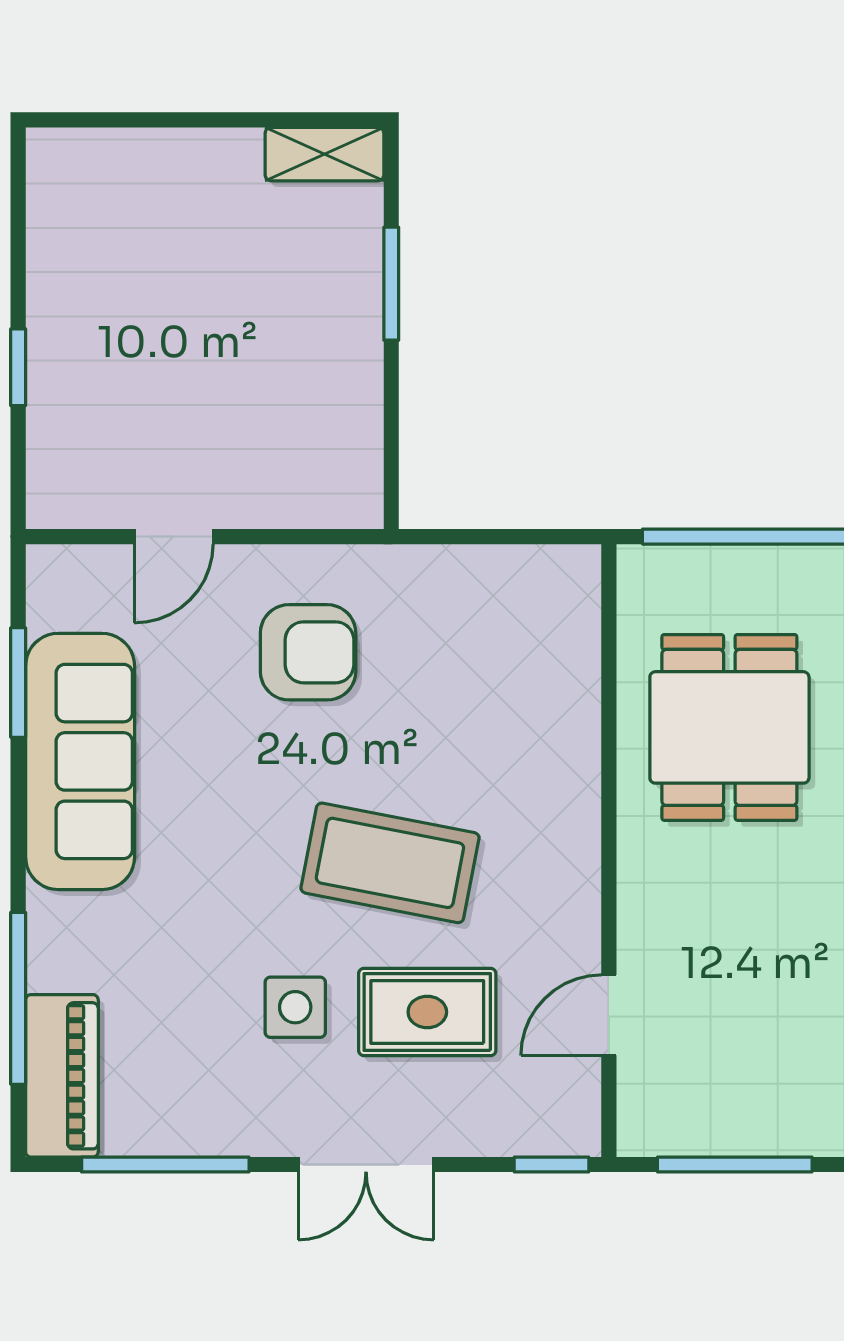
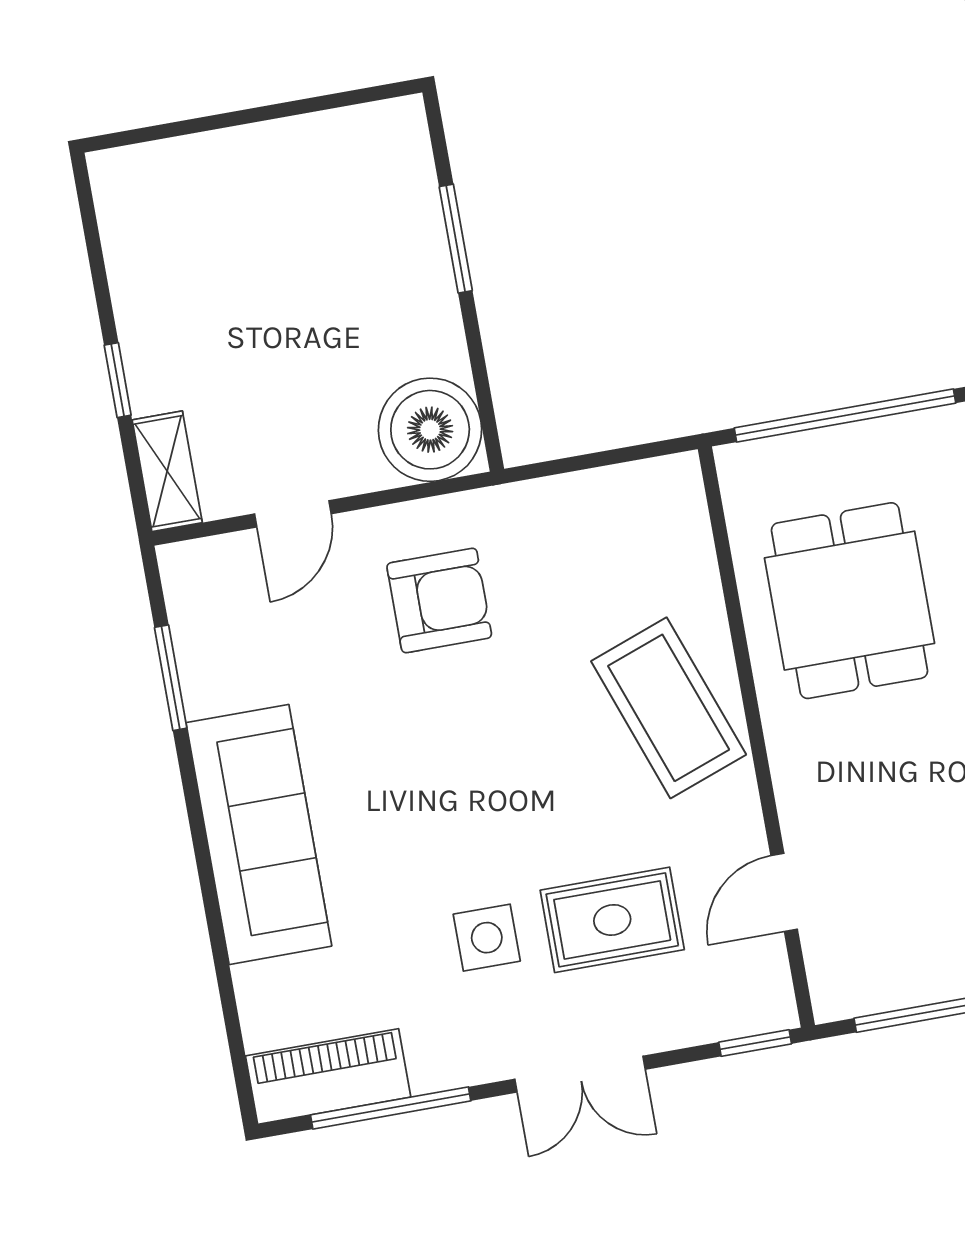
shelving: (324, 154) -> (167, 471), moved, turned 90
boiler: (330, 475) -> (430, 430), added
sofa: (80, 761) -> (259, 834), moved
coffee table: (390, 863) -> (669, 708), moved, turned 59
window: (18, 998) -> (224, 976), removed
piano: (62, 1076) -> (328, 1076), moved, turned -90

